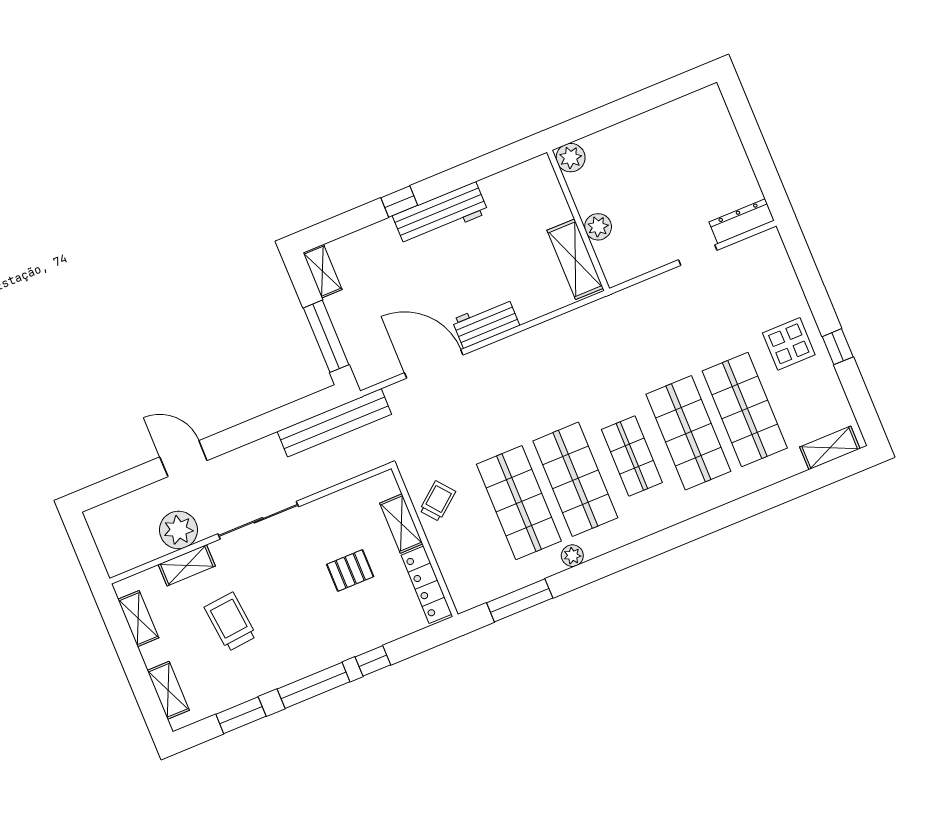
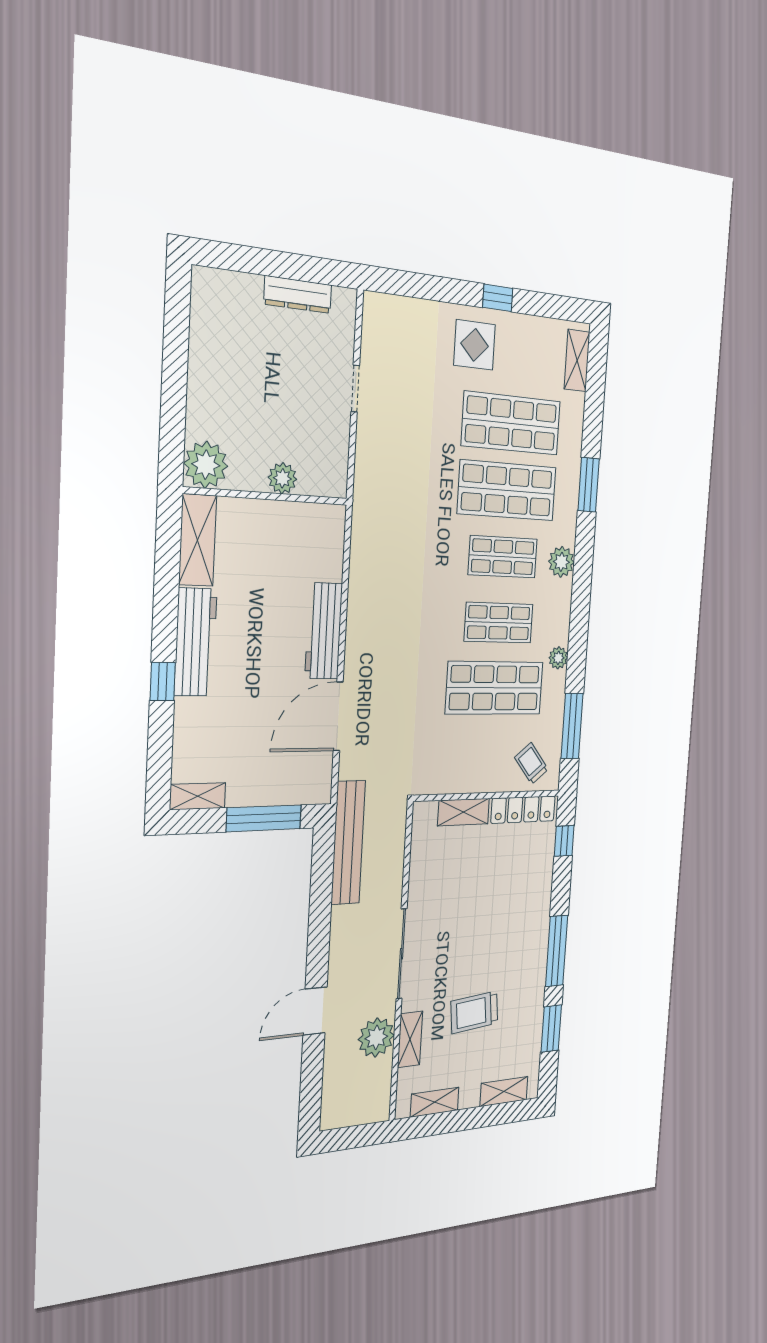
plant: (571, 158) -> (206, 465), width x1.36, depth x1.36
dresser: (742, 221) -> (298, 295), moved, turned -90
shelving: (575, 259) -> (198, 540), moved, turned 90
workbench: (486, 323) -> (324, 631), width x1.38
shop shelf: (575, 479) -> (499, 623), width x0.70, depth x0.74
trolley: (438, 501) -> (531, 763), moved
window: (733, 512) -> (589, 485), added
plant: (655, 517) -> (561, 562), added
pallet: (350, 570) -> (481, 879), removed
window: (373, 661) -> (564, 841), moved

